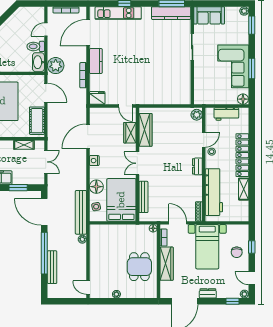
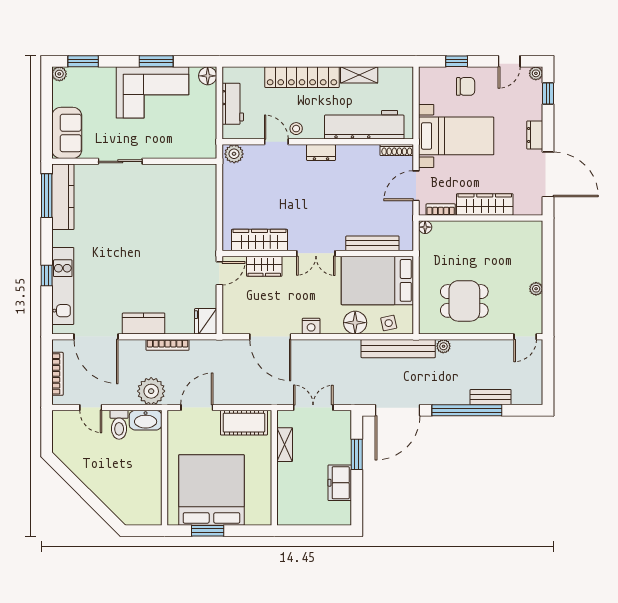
bench: (52, 267) -> (491, 397), width x0.73
dining table: (139, 267) -> (464, 301), moved

